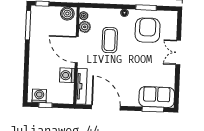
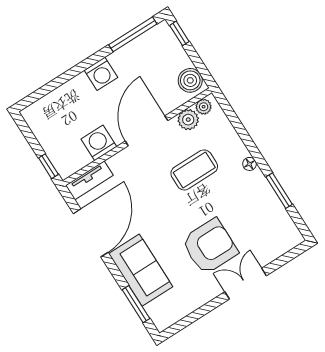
armchair: (148, 30) -> (210, 246), moved
tv unit: (81, 86) -> (89, 180), width x0.71
washing machine: (39, 96) -> (101, 74), moved, turned 90
sofa: (157, 97) -> (141, 270), moved
window: (45, 105) -> (48, 166), moved

